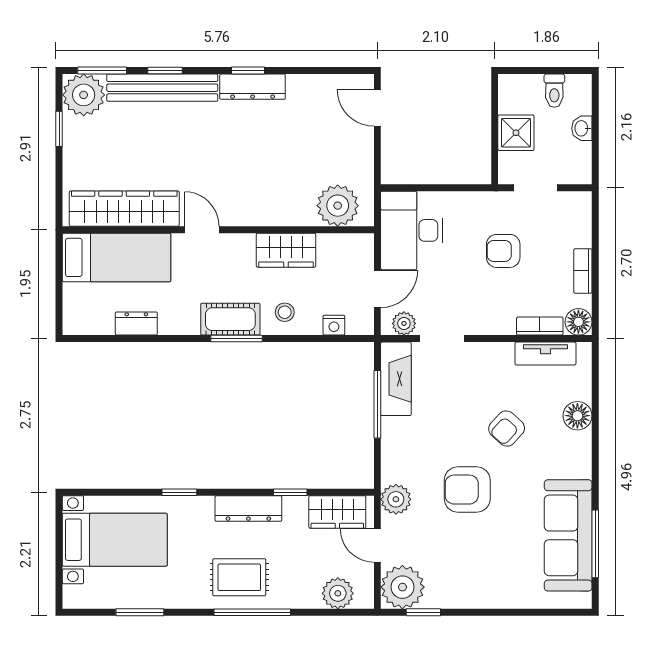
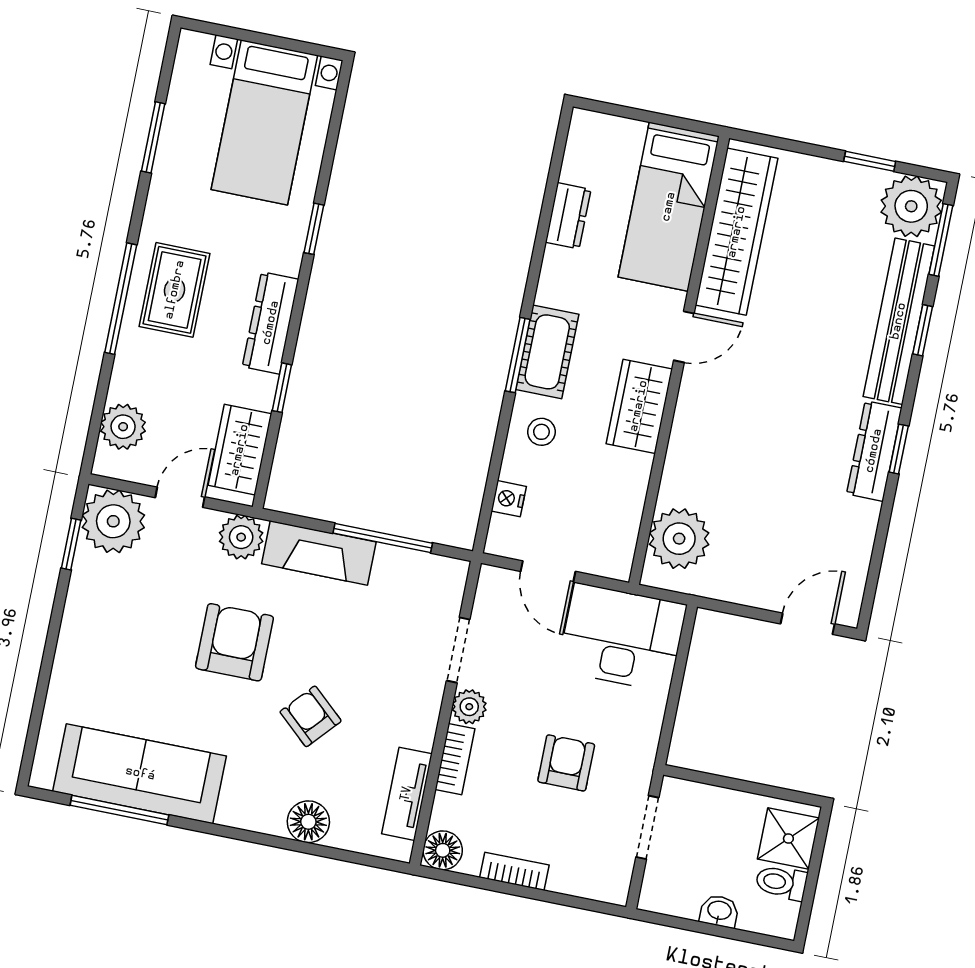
shower: (516, 133) -> (788, 838), moved
wardrobe: (286, 250) -> (639, 406), moved
plant: (404, 323) -> (469, 707), moved
bookcase: (540, 326) -> (455, 759), moved
fireplace: (396, 379) -> (319, 553), moved

